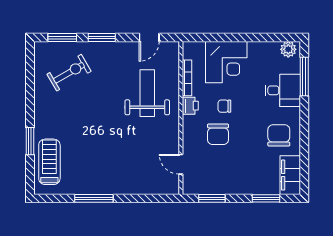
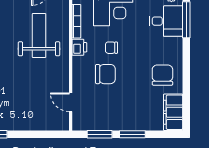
desk: (283, 90) -> (166, 21), moved
chair: (218, 134) -> (105, 74), turned -90
window: (266, 198) -> (132, 134), moved

